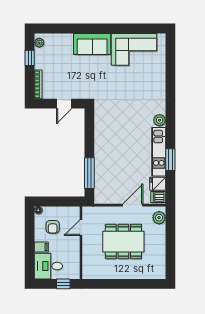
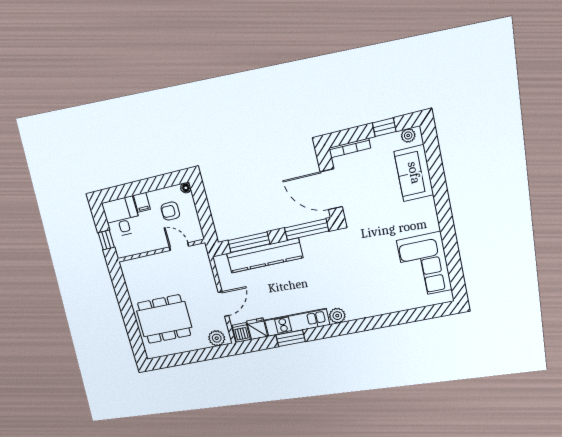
sofa: (92, 44) -> (414, 173), moved
door: (64, 104) -> (331, 189), width x1.88
window: (89, 128) -> (307, 229), added
kitchen counter: (102, 164) -> (265, 256), added
door: (133, 205) -> (223, 304), hinge flipped
dining table: (123, 242) -> (164, 319), moved, turned 90

